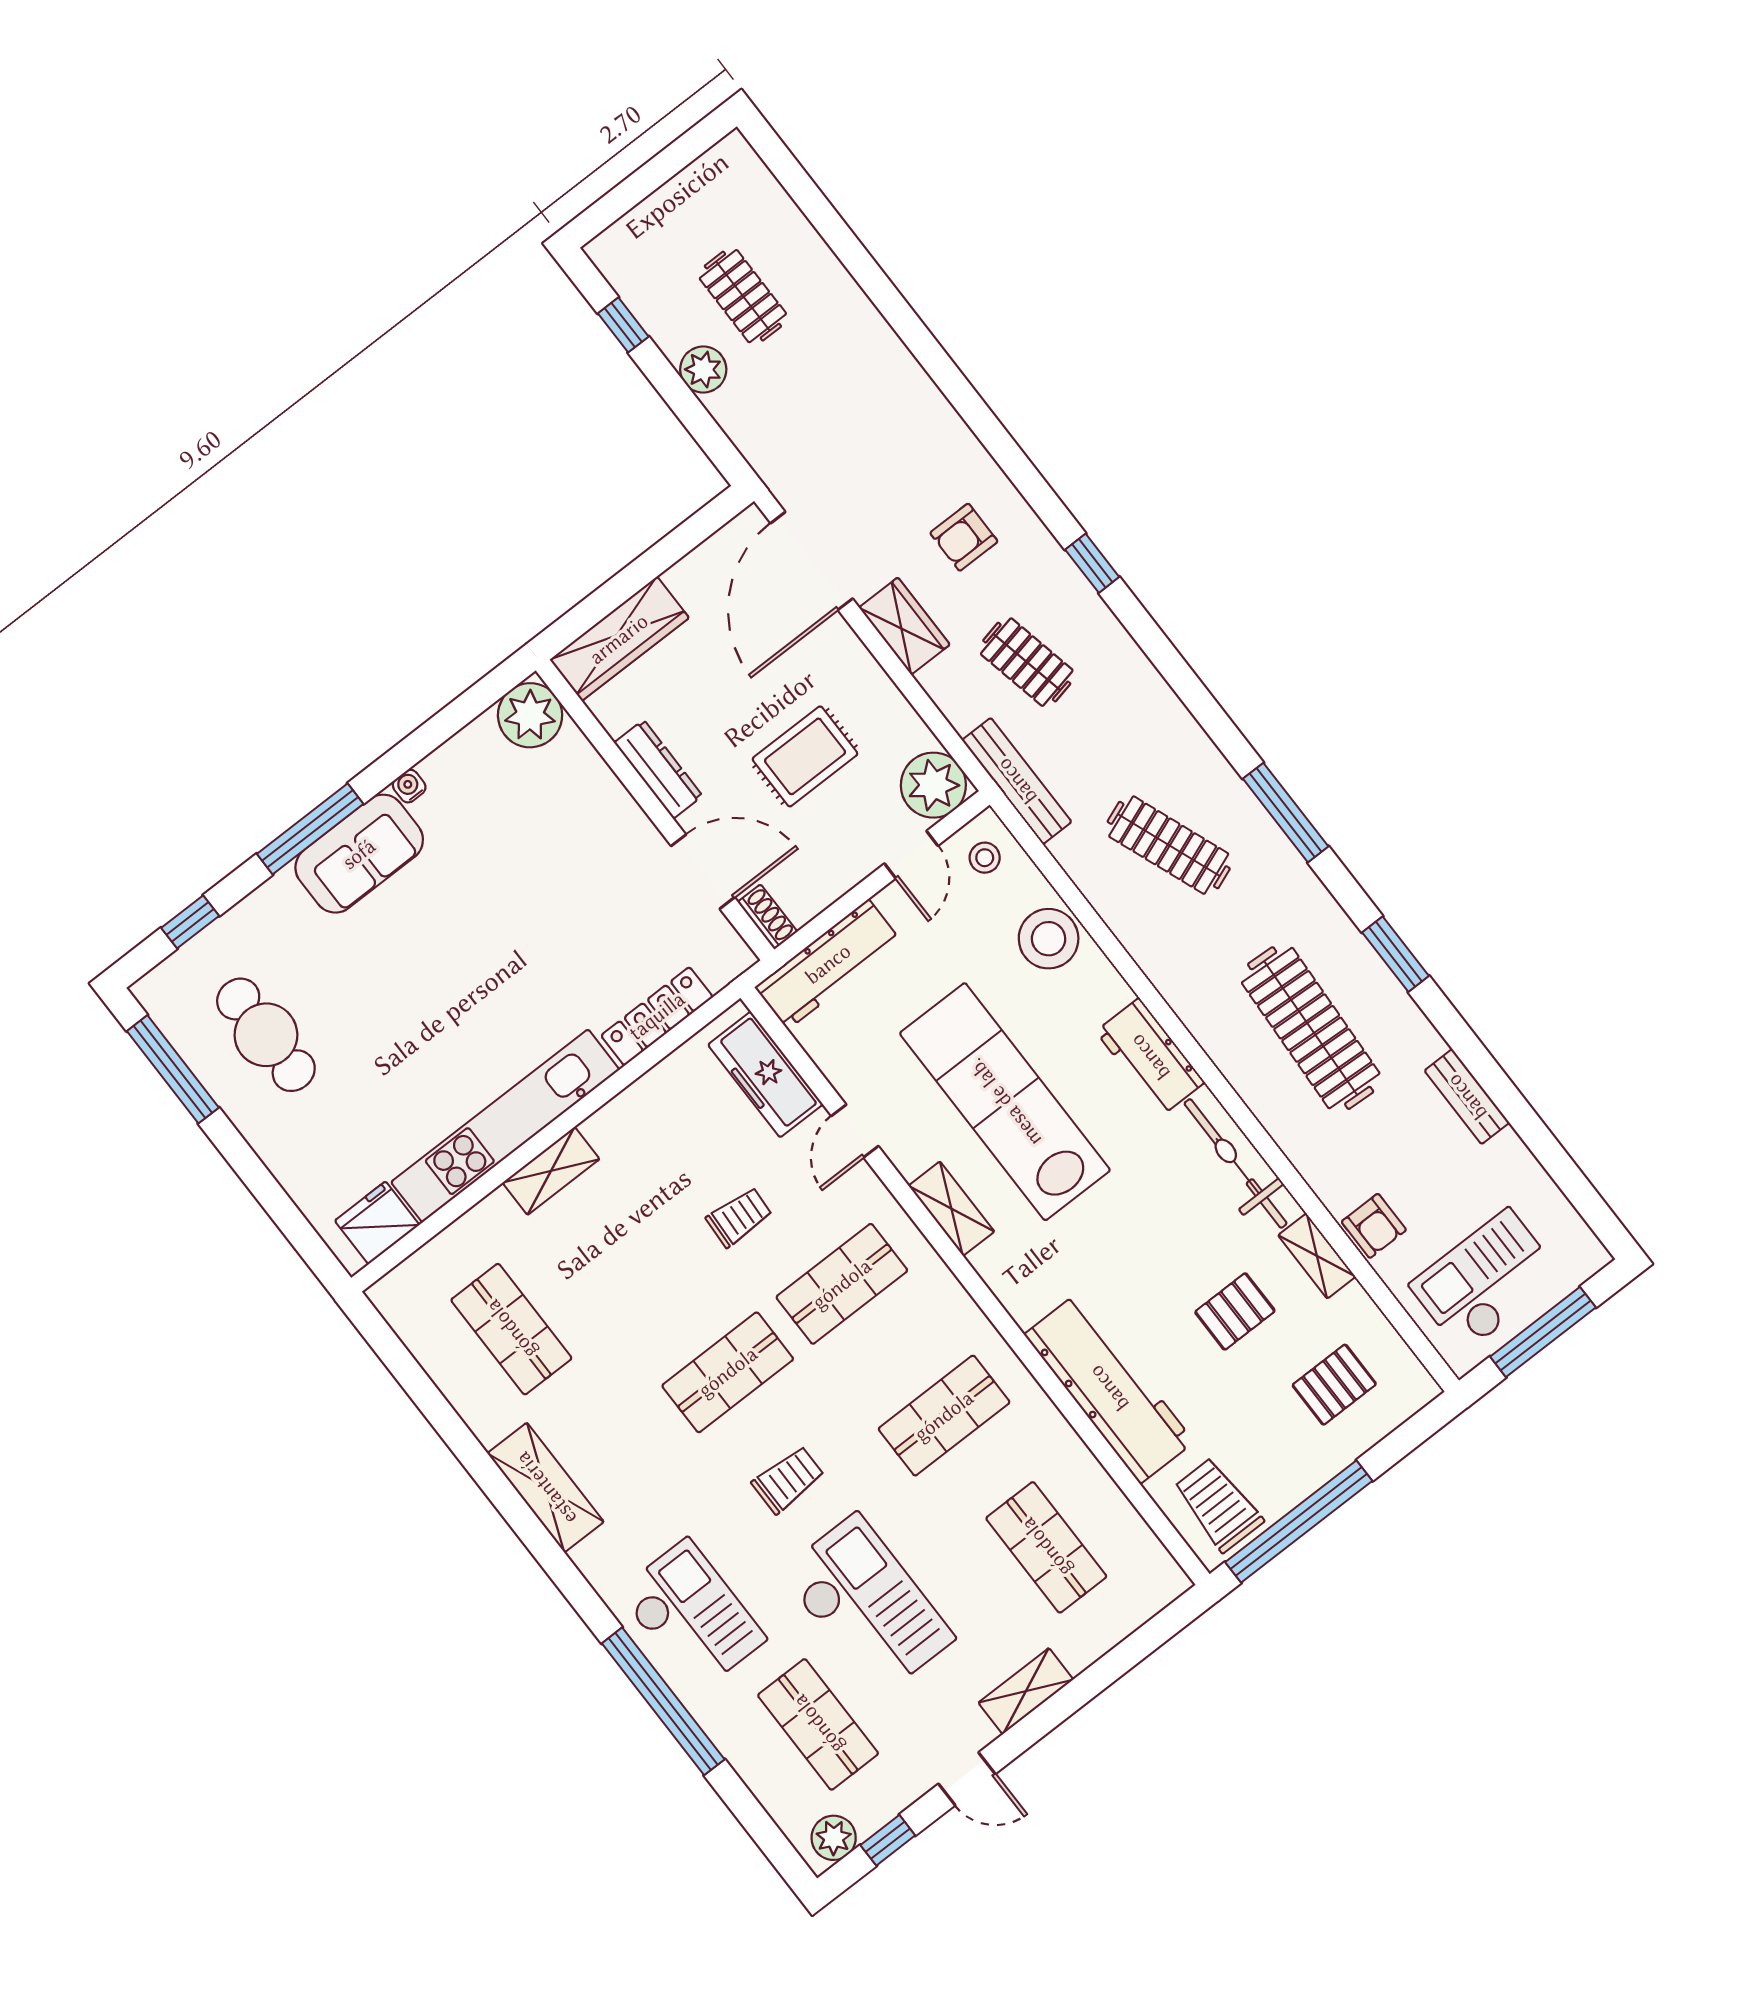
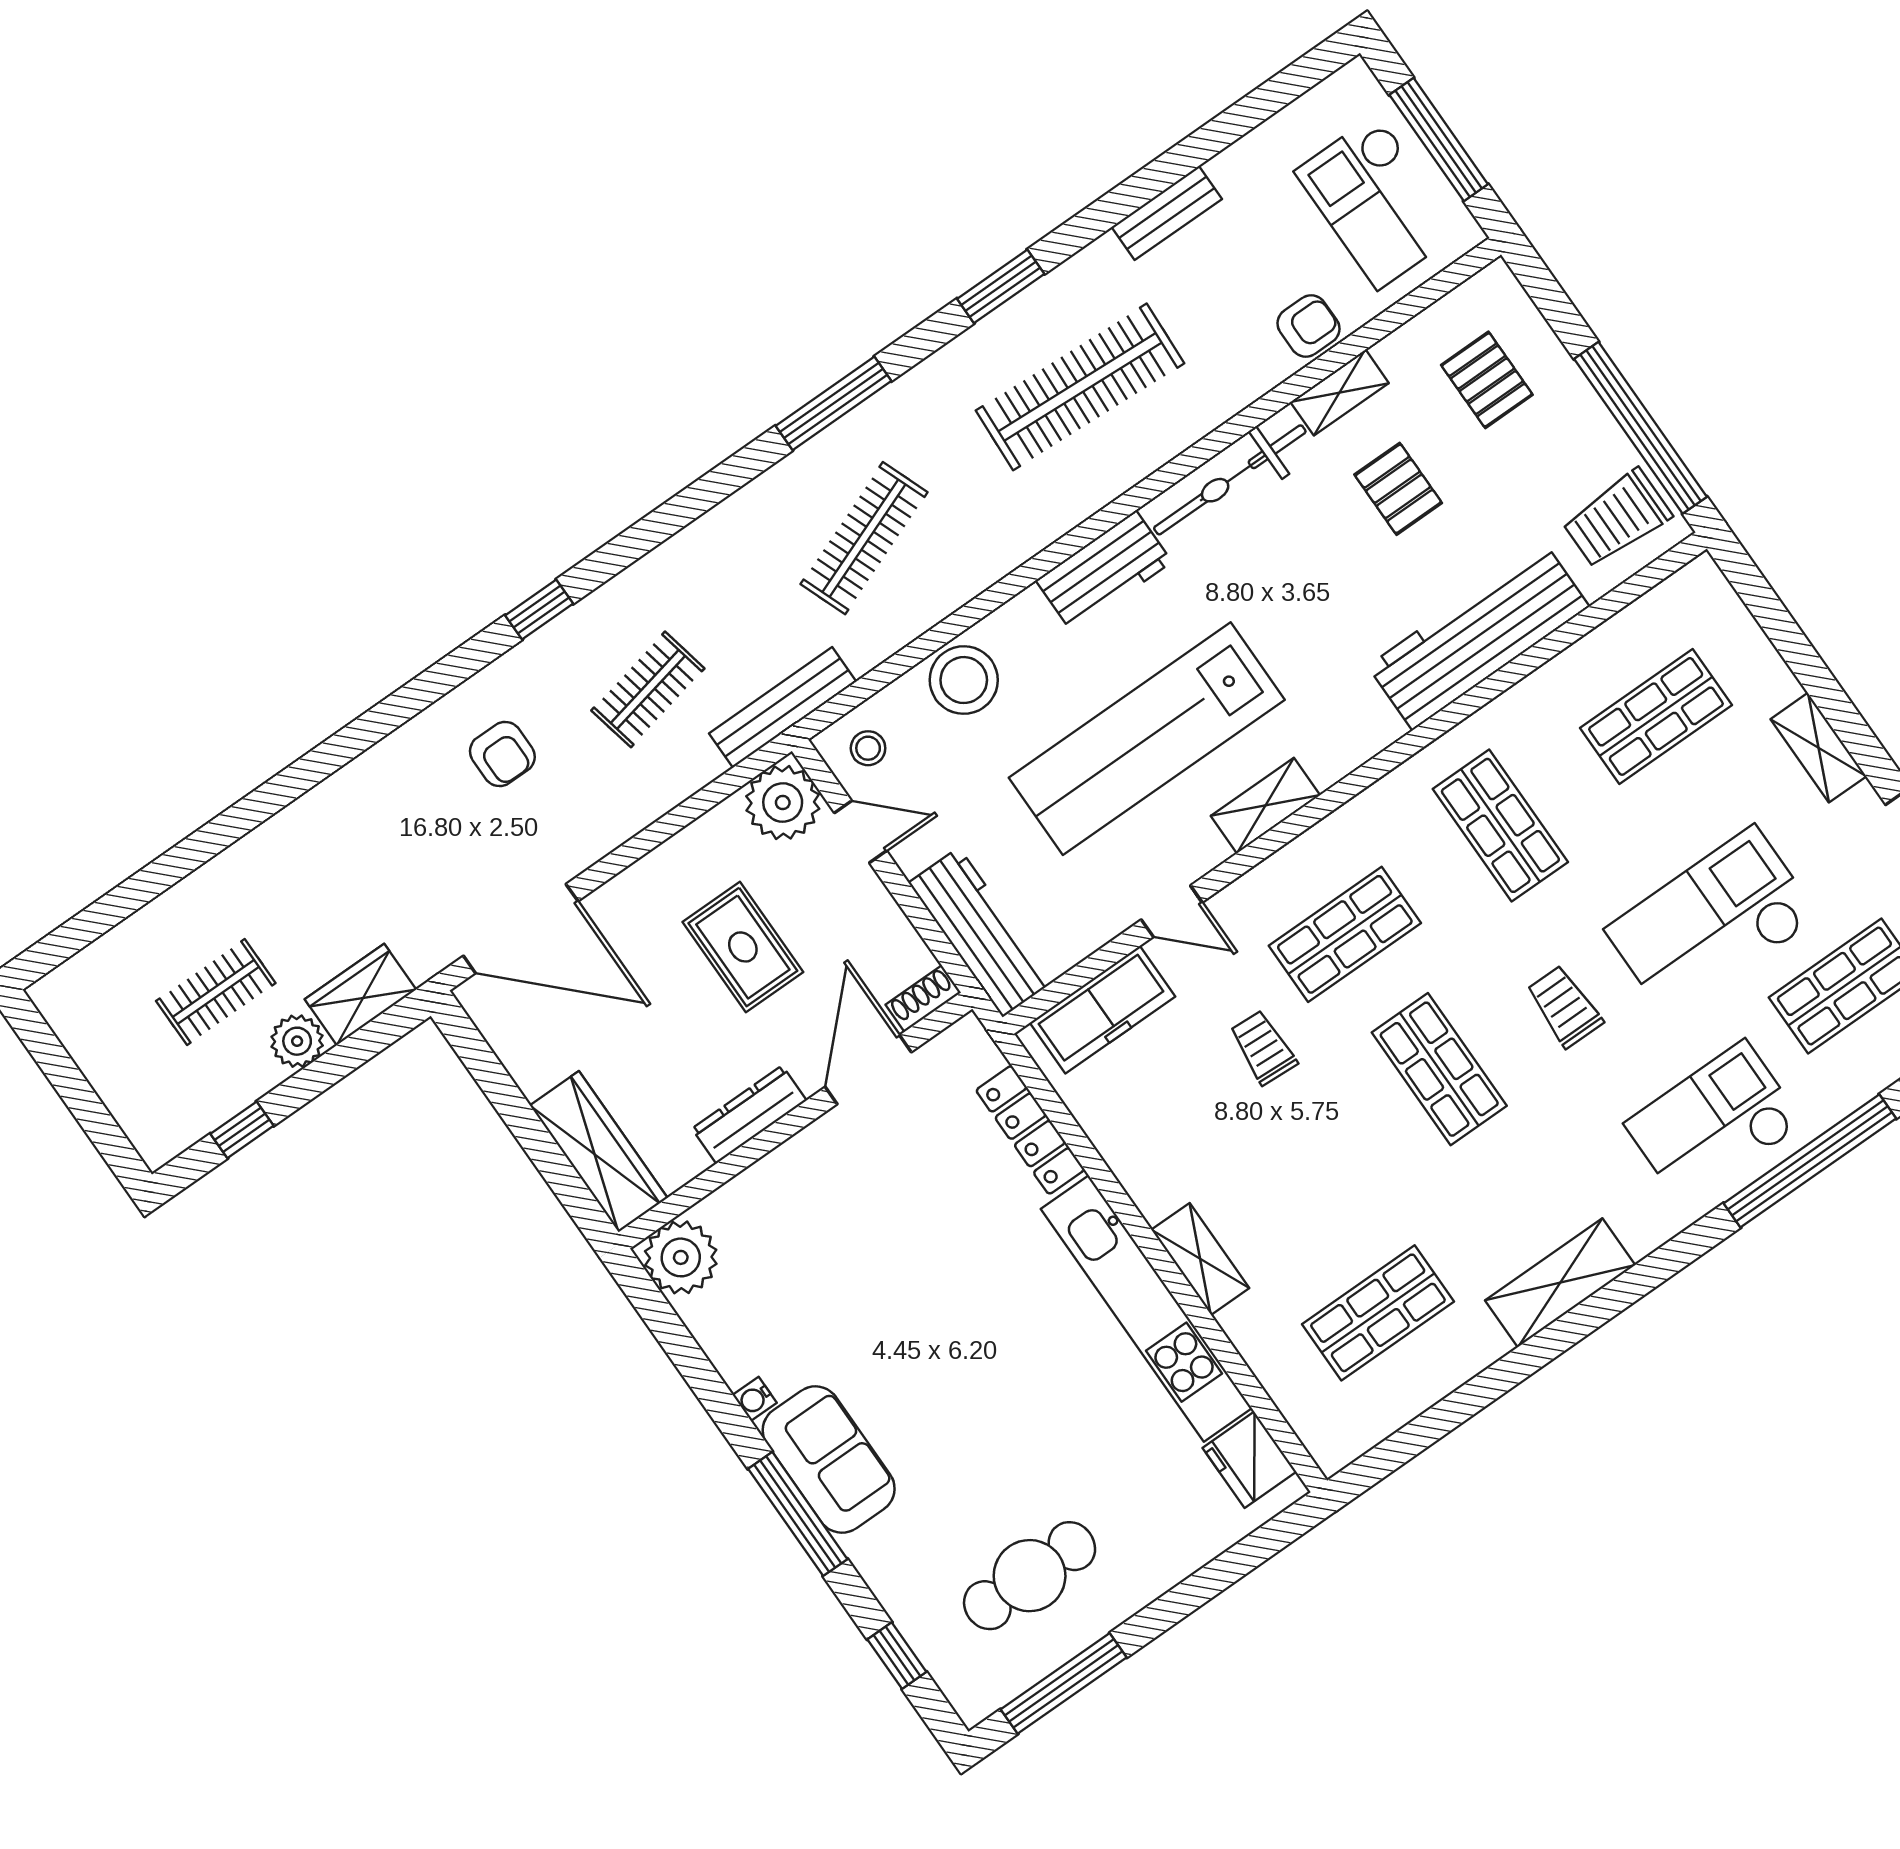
wardrobe: (904, 626) -> (360, 994), moved
shop shelf: (842, 1284) -> (1345, 934), turned 90

